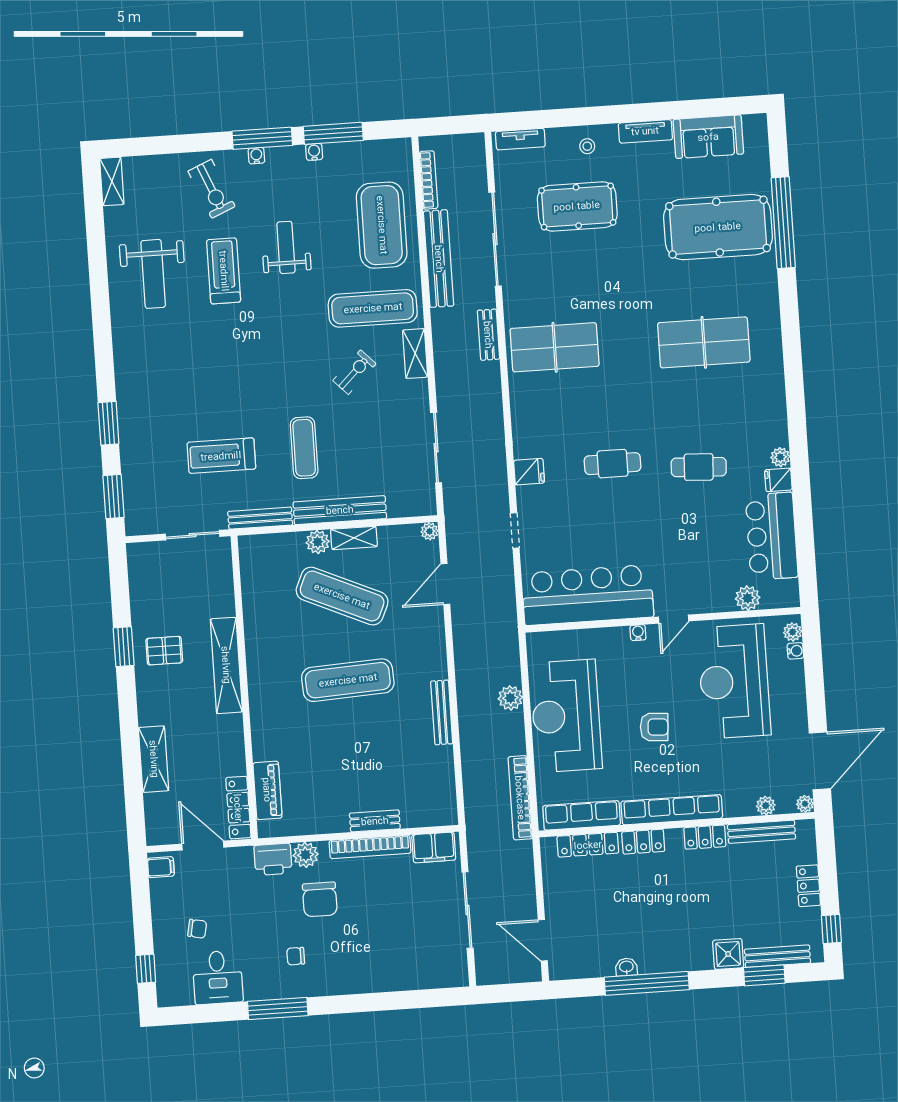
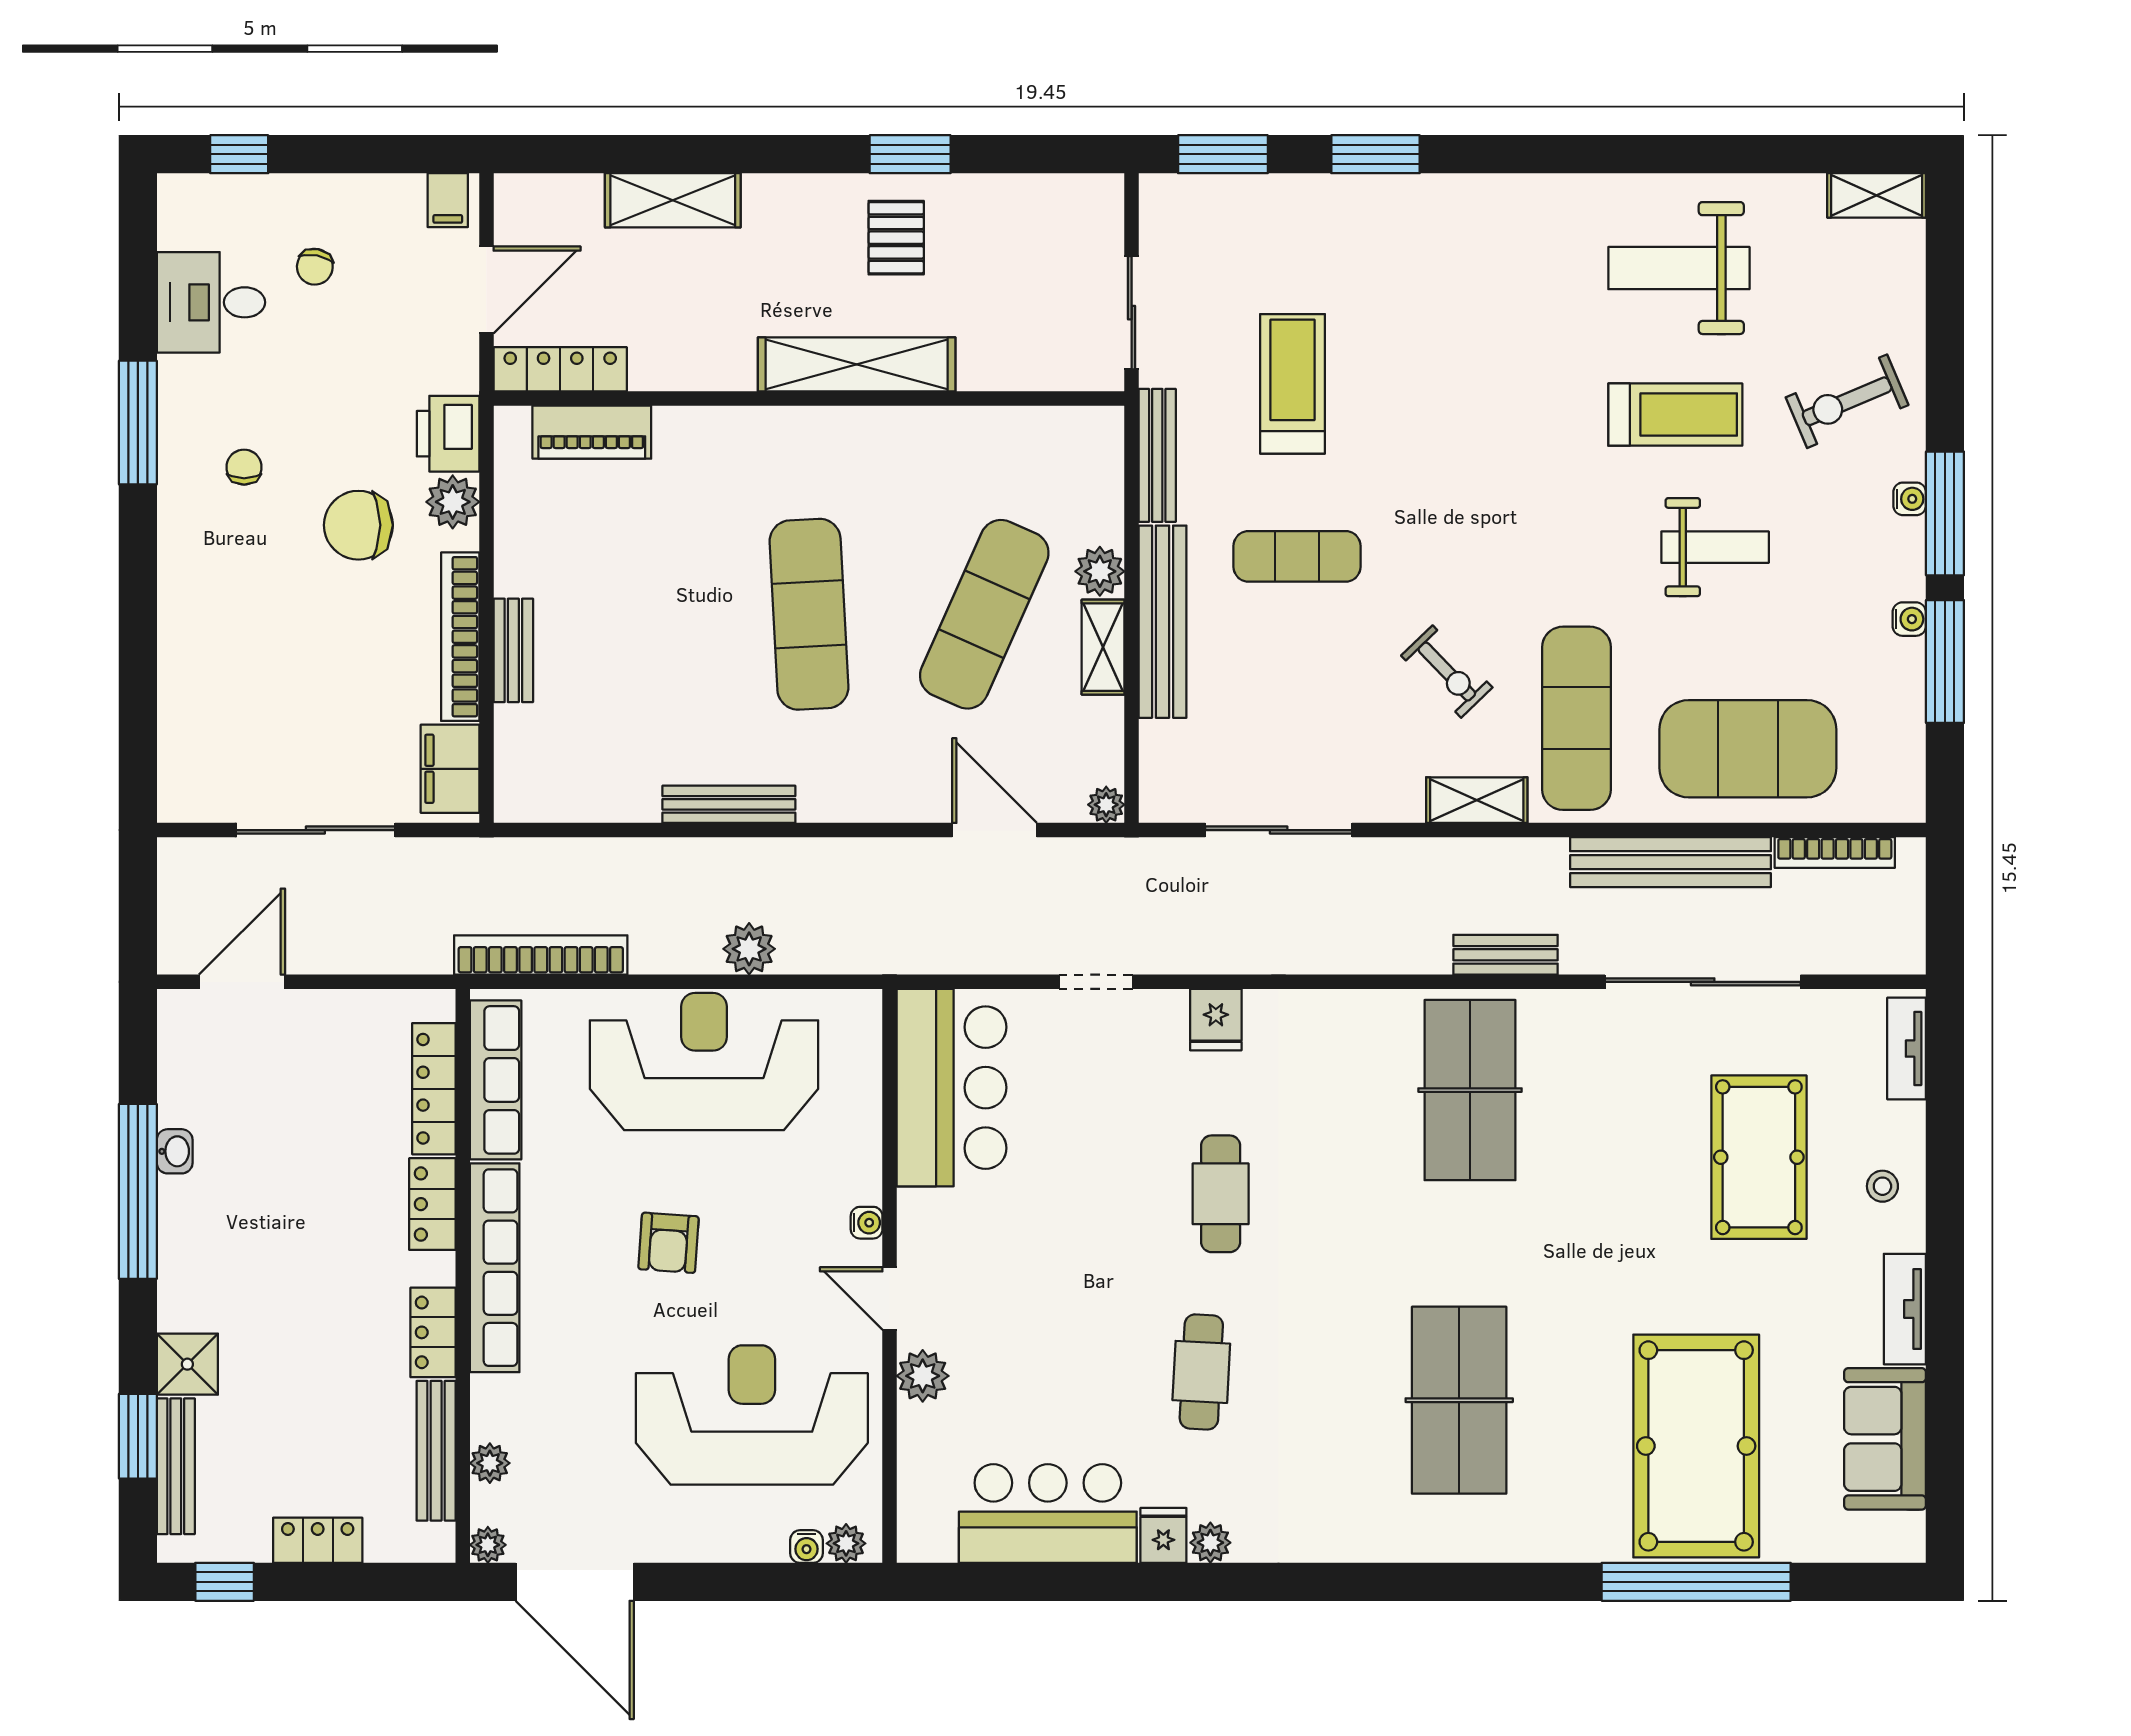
bar counter: (588, 595) -> (952, 1088), width x0.73
plant: (748, 598) -> (923, 1376), moved

